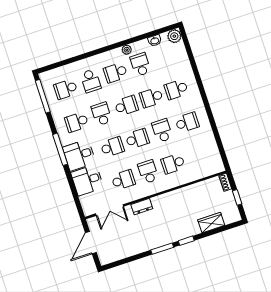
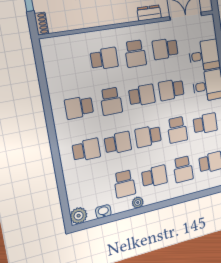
school desk: (91, 81) -> (183, 169), turned 180
school desk: (137, 139) -> (142, 95), turned 180

